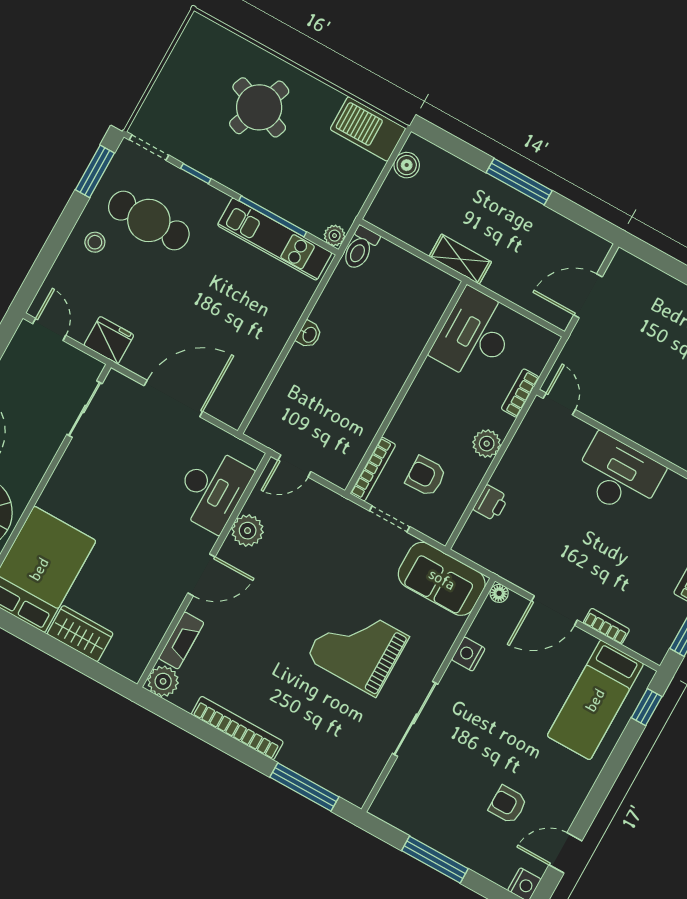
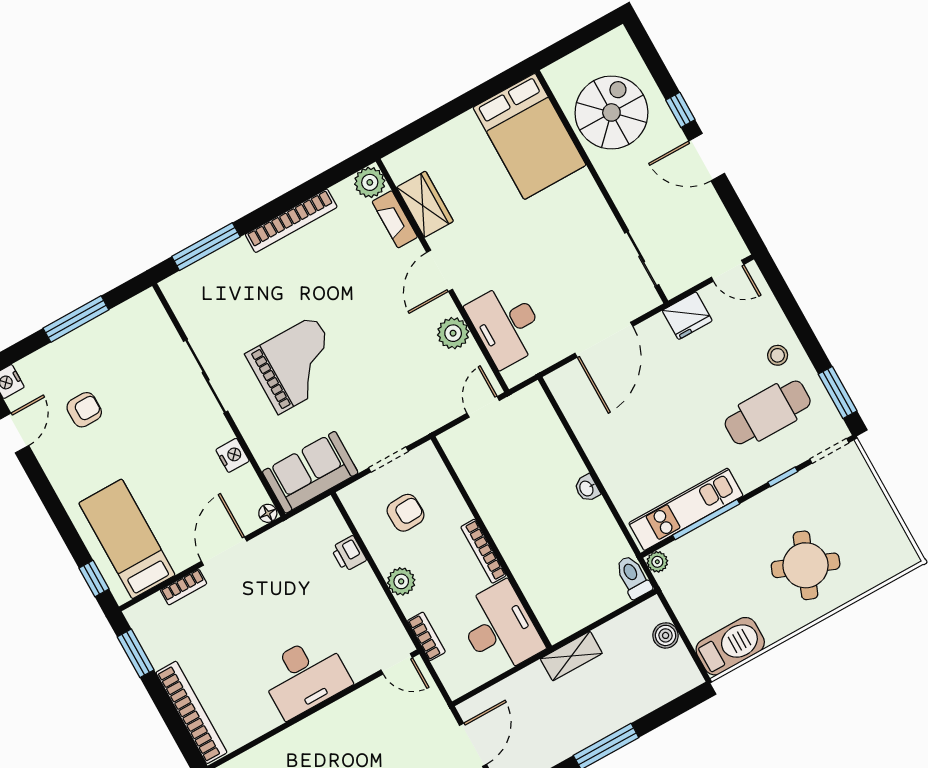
boiler: (407, 165) -> (666, 635), moved
bookcase: (373, 469) -> (483, 551), moved
wardrobe: (80, 634) -> (425, 204), moved, turned -90

